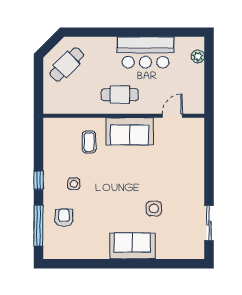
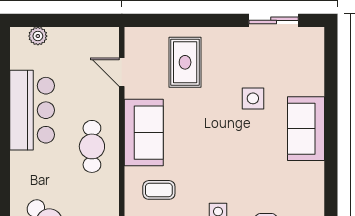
rug: (179, 160) -> (185, 62), added

